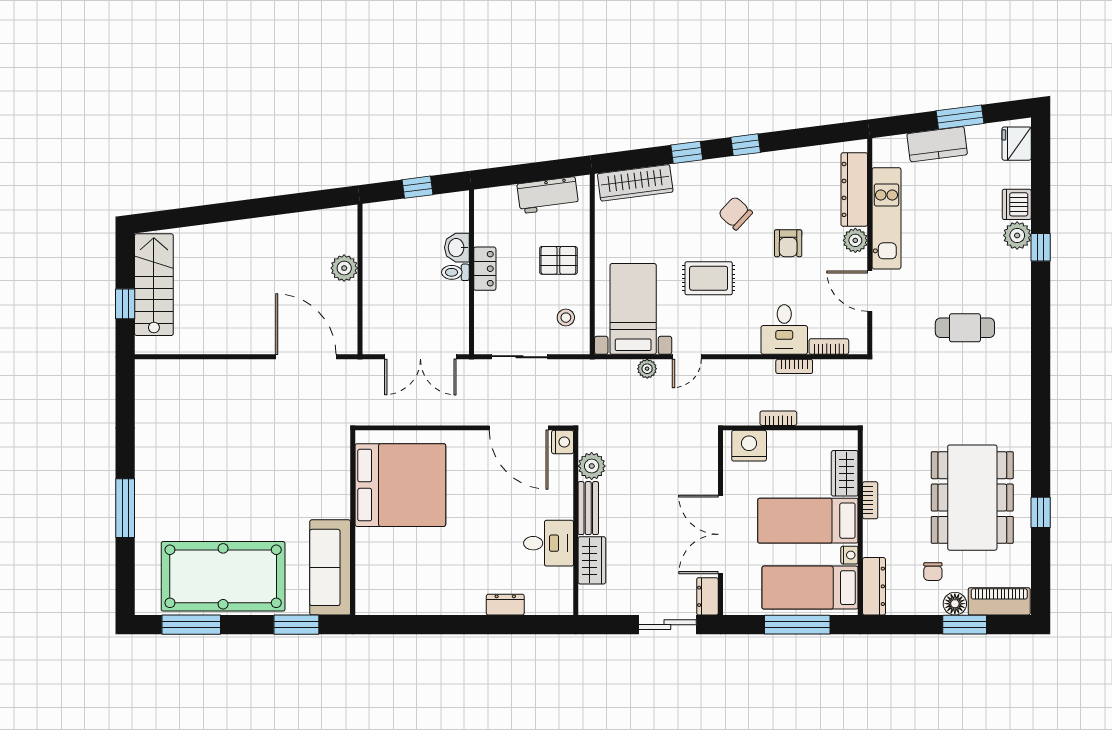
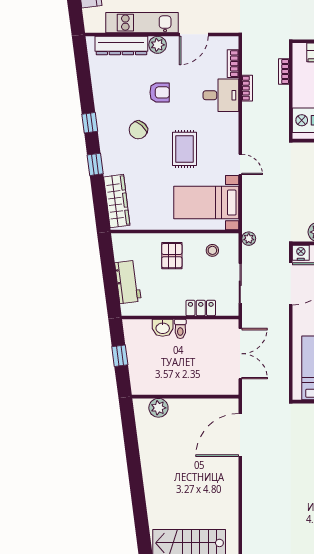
workbench: (548, 195) -> (128, 282), moved
plant: (344, 268) -> (158, 408), moved
locker: (485, 269) -> (201, 308), moved
plant: (647, 369) -> (249, 239), moved
bookcase: (778, 418) -> (284, 72), moved

